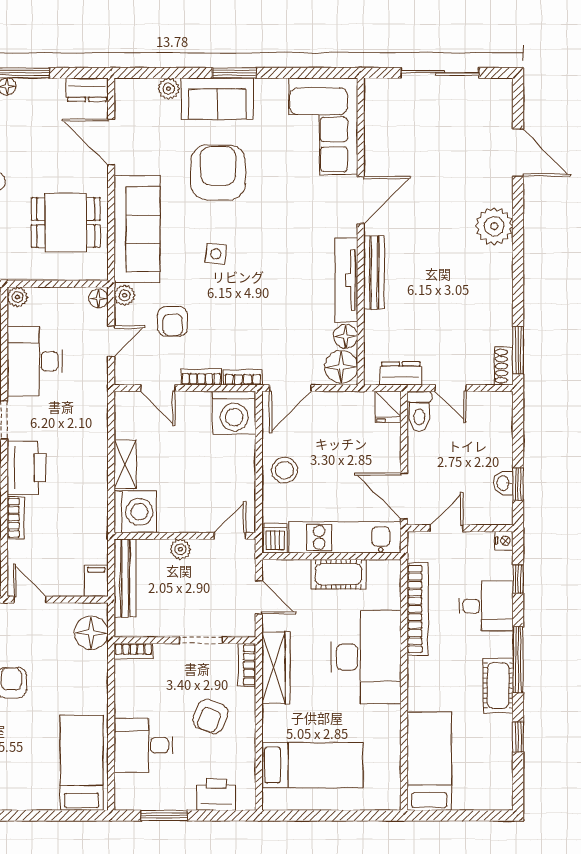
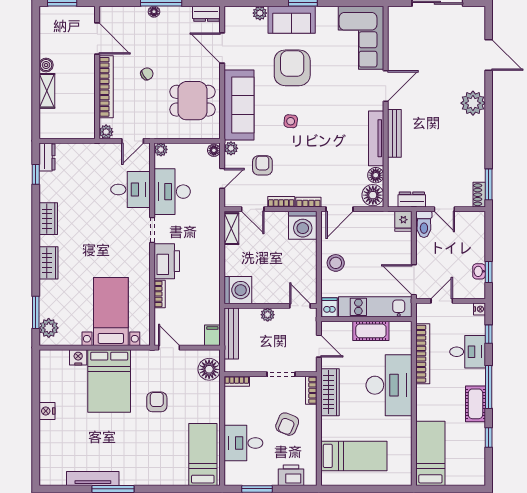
armchair: (173, 321) -> (262, 165), turned 180
shelving: (125, 464) -> (231, 229), moved
door: (230, 536) -> (300, 306), hinge flipped

